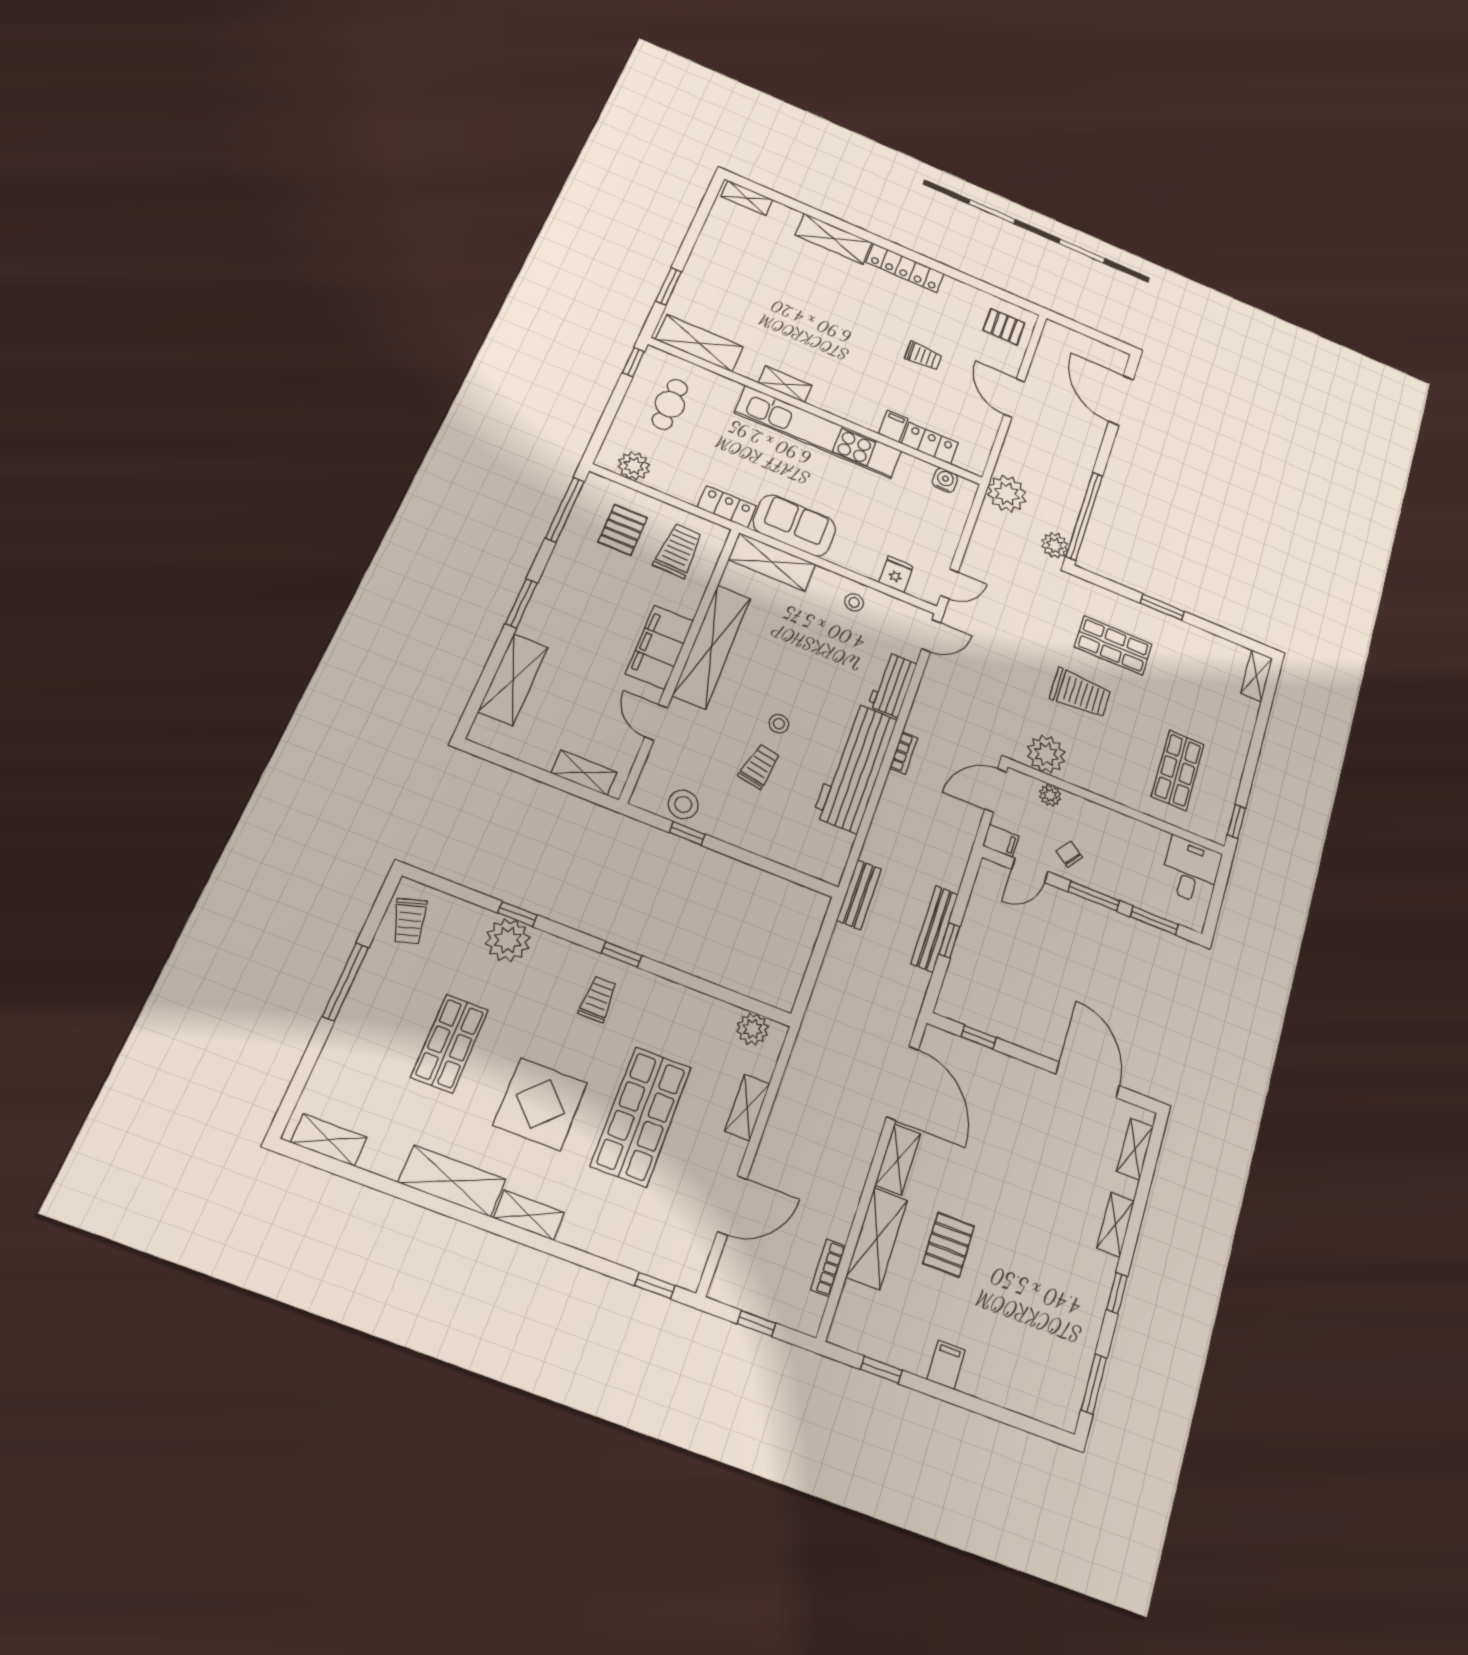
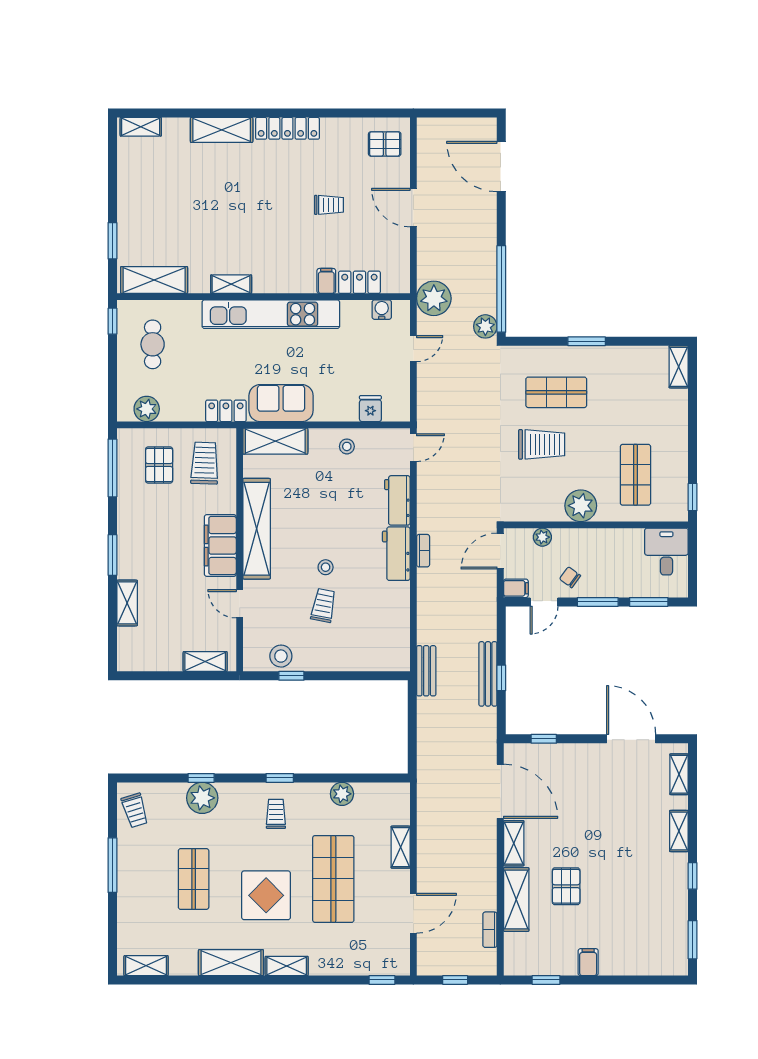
door: (949, 584) -> (413, 349), moved
shelving: (513, 679) -> (127, 603), width x0.67, depth x0.75
plant: (1046, 754) -> (581, 506), moved
workbench: (855, 768) -> (396, 554), width x0.53, depth x0.76
plant: (753, 1029) -> (342, 794), moved

